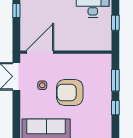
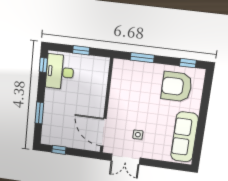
armchair: (70, 92) -> (177, 87), moved, turned 90
window: (115, 108) -> (188, 63), moved

